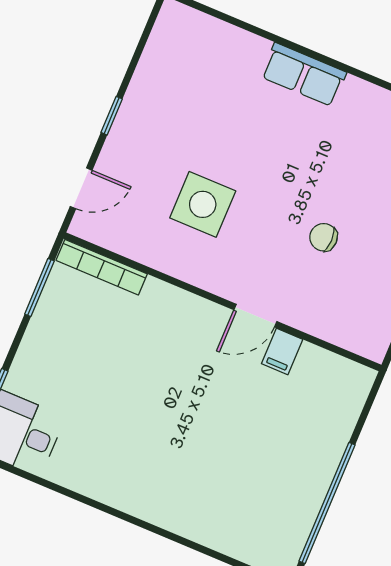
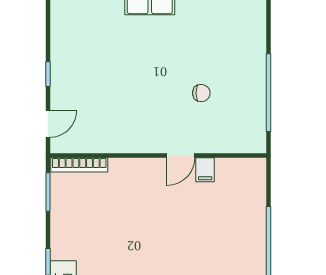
side table: (203, 204) -> (123, 103), removed
chair: (324, 237) -> (201, 93), turned 180

